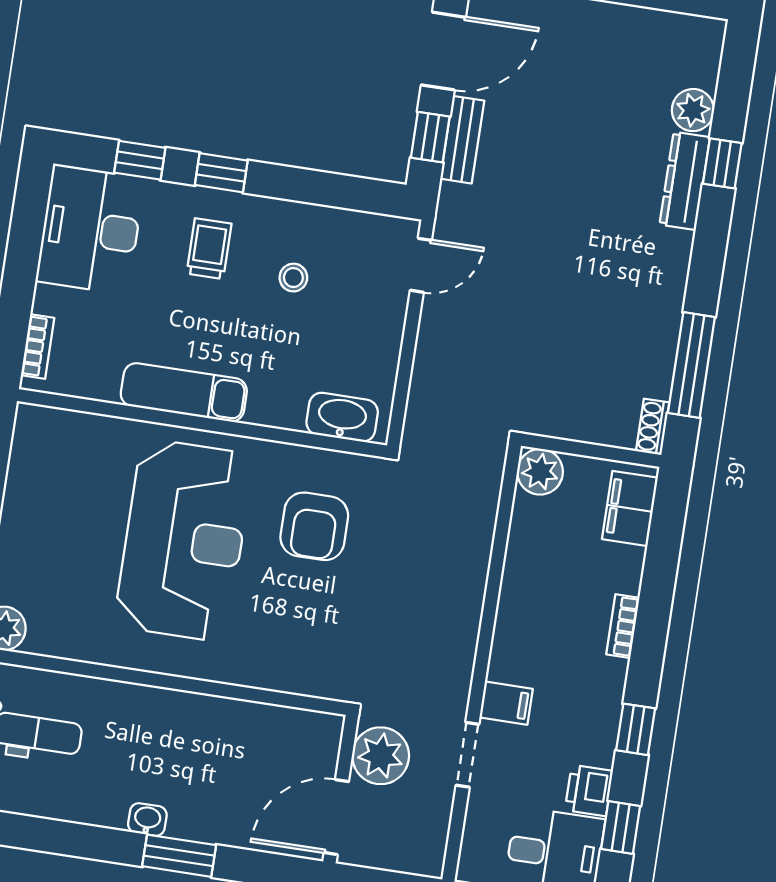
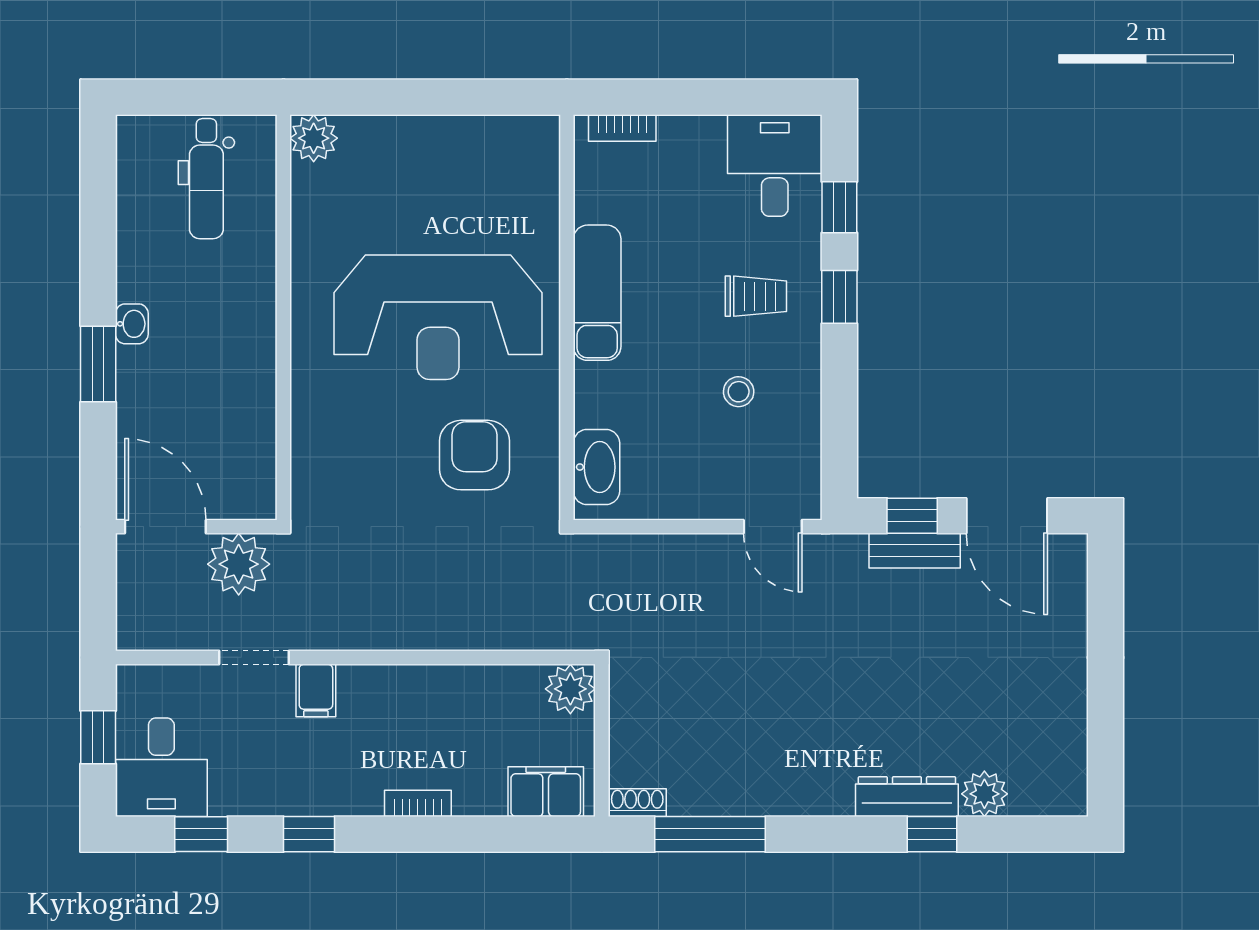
desk: (90, 229) -> (775, 166), width x0.73
armchair: (314, 526) -> (474, 455), turned 90
printer: (589, 790) -> (236, 794), removed

